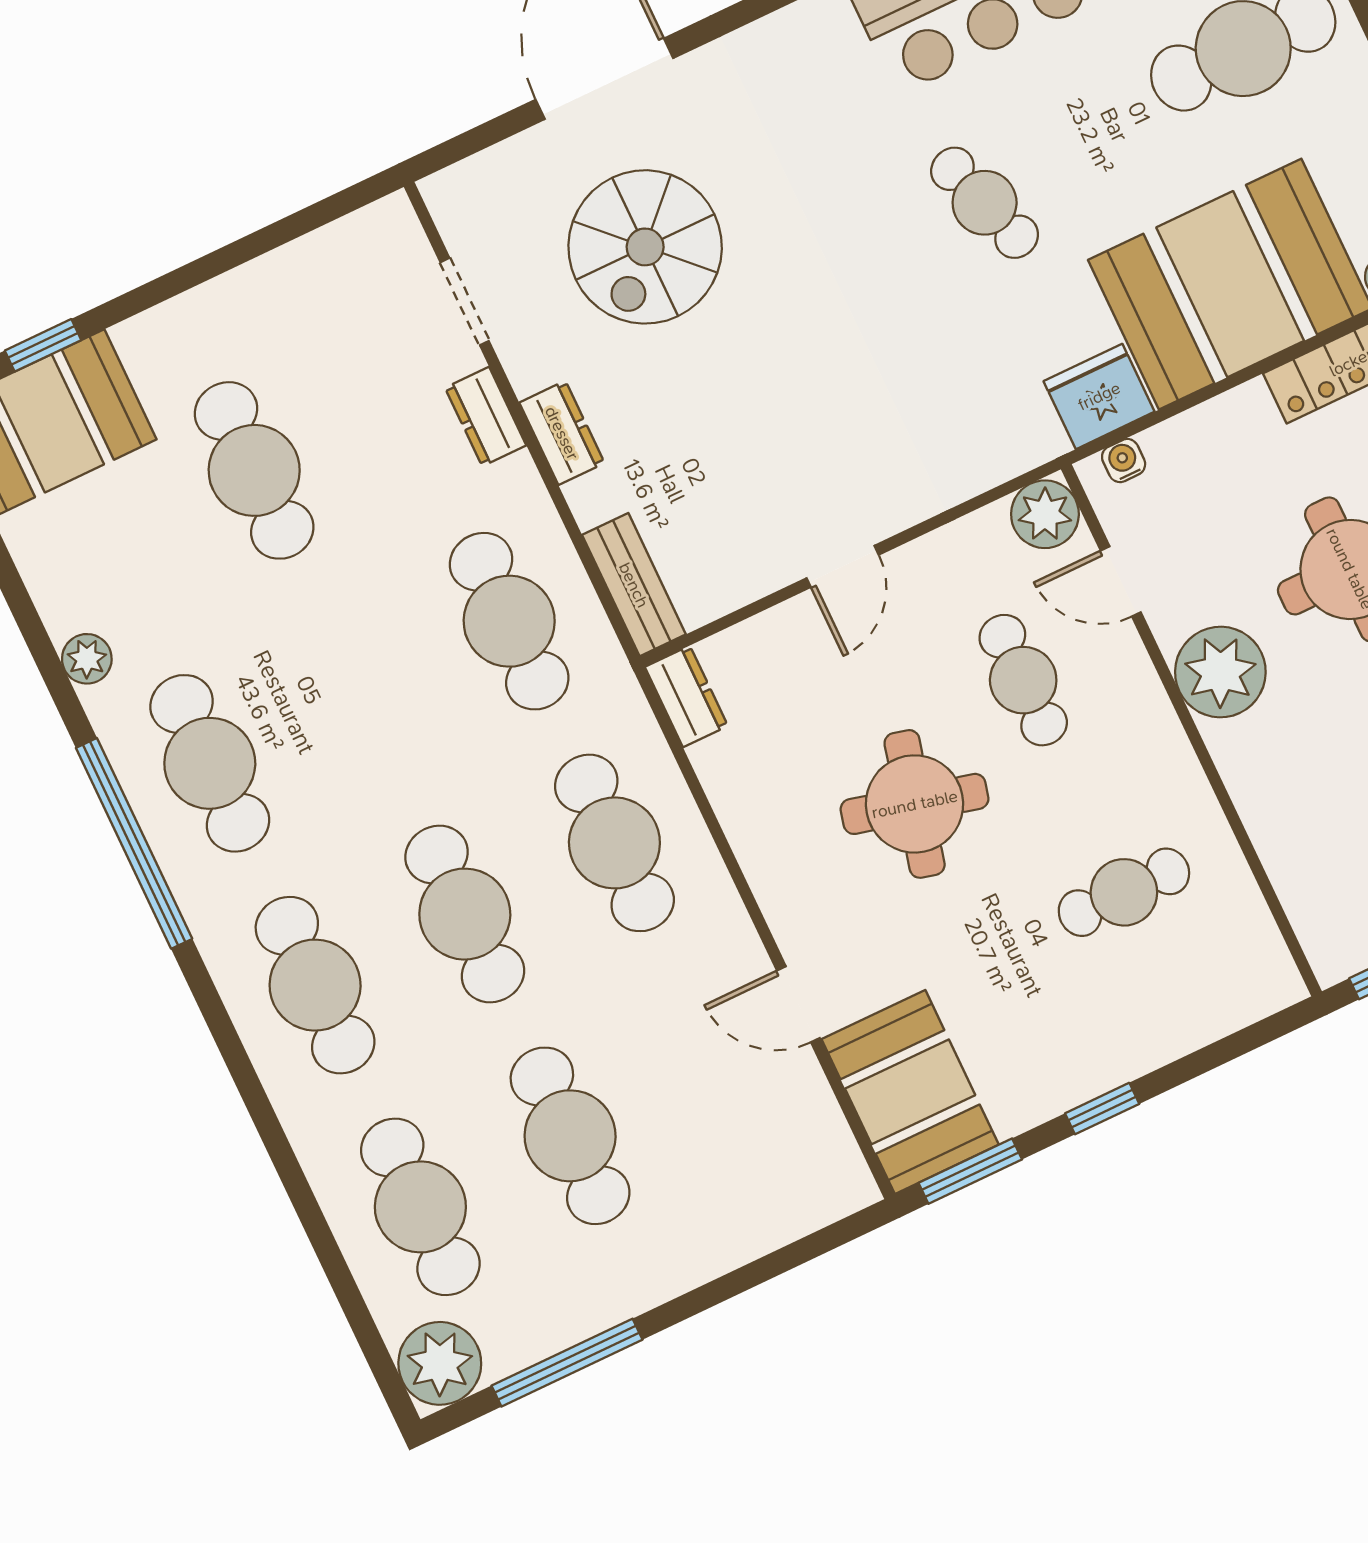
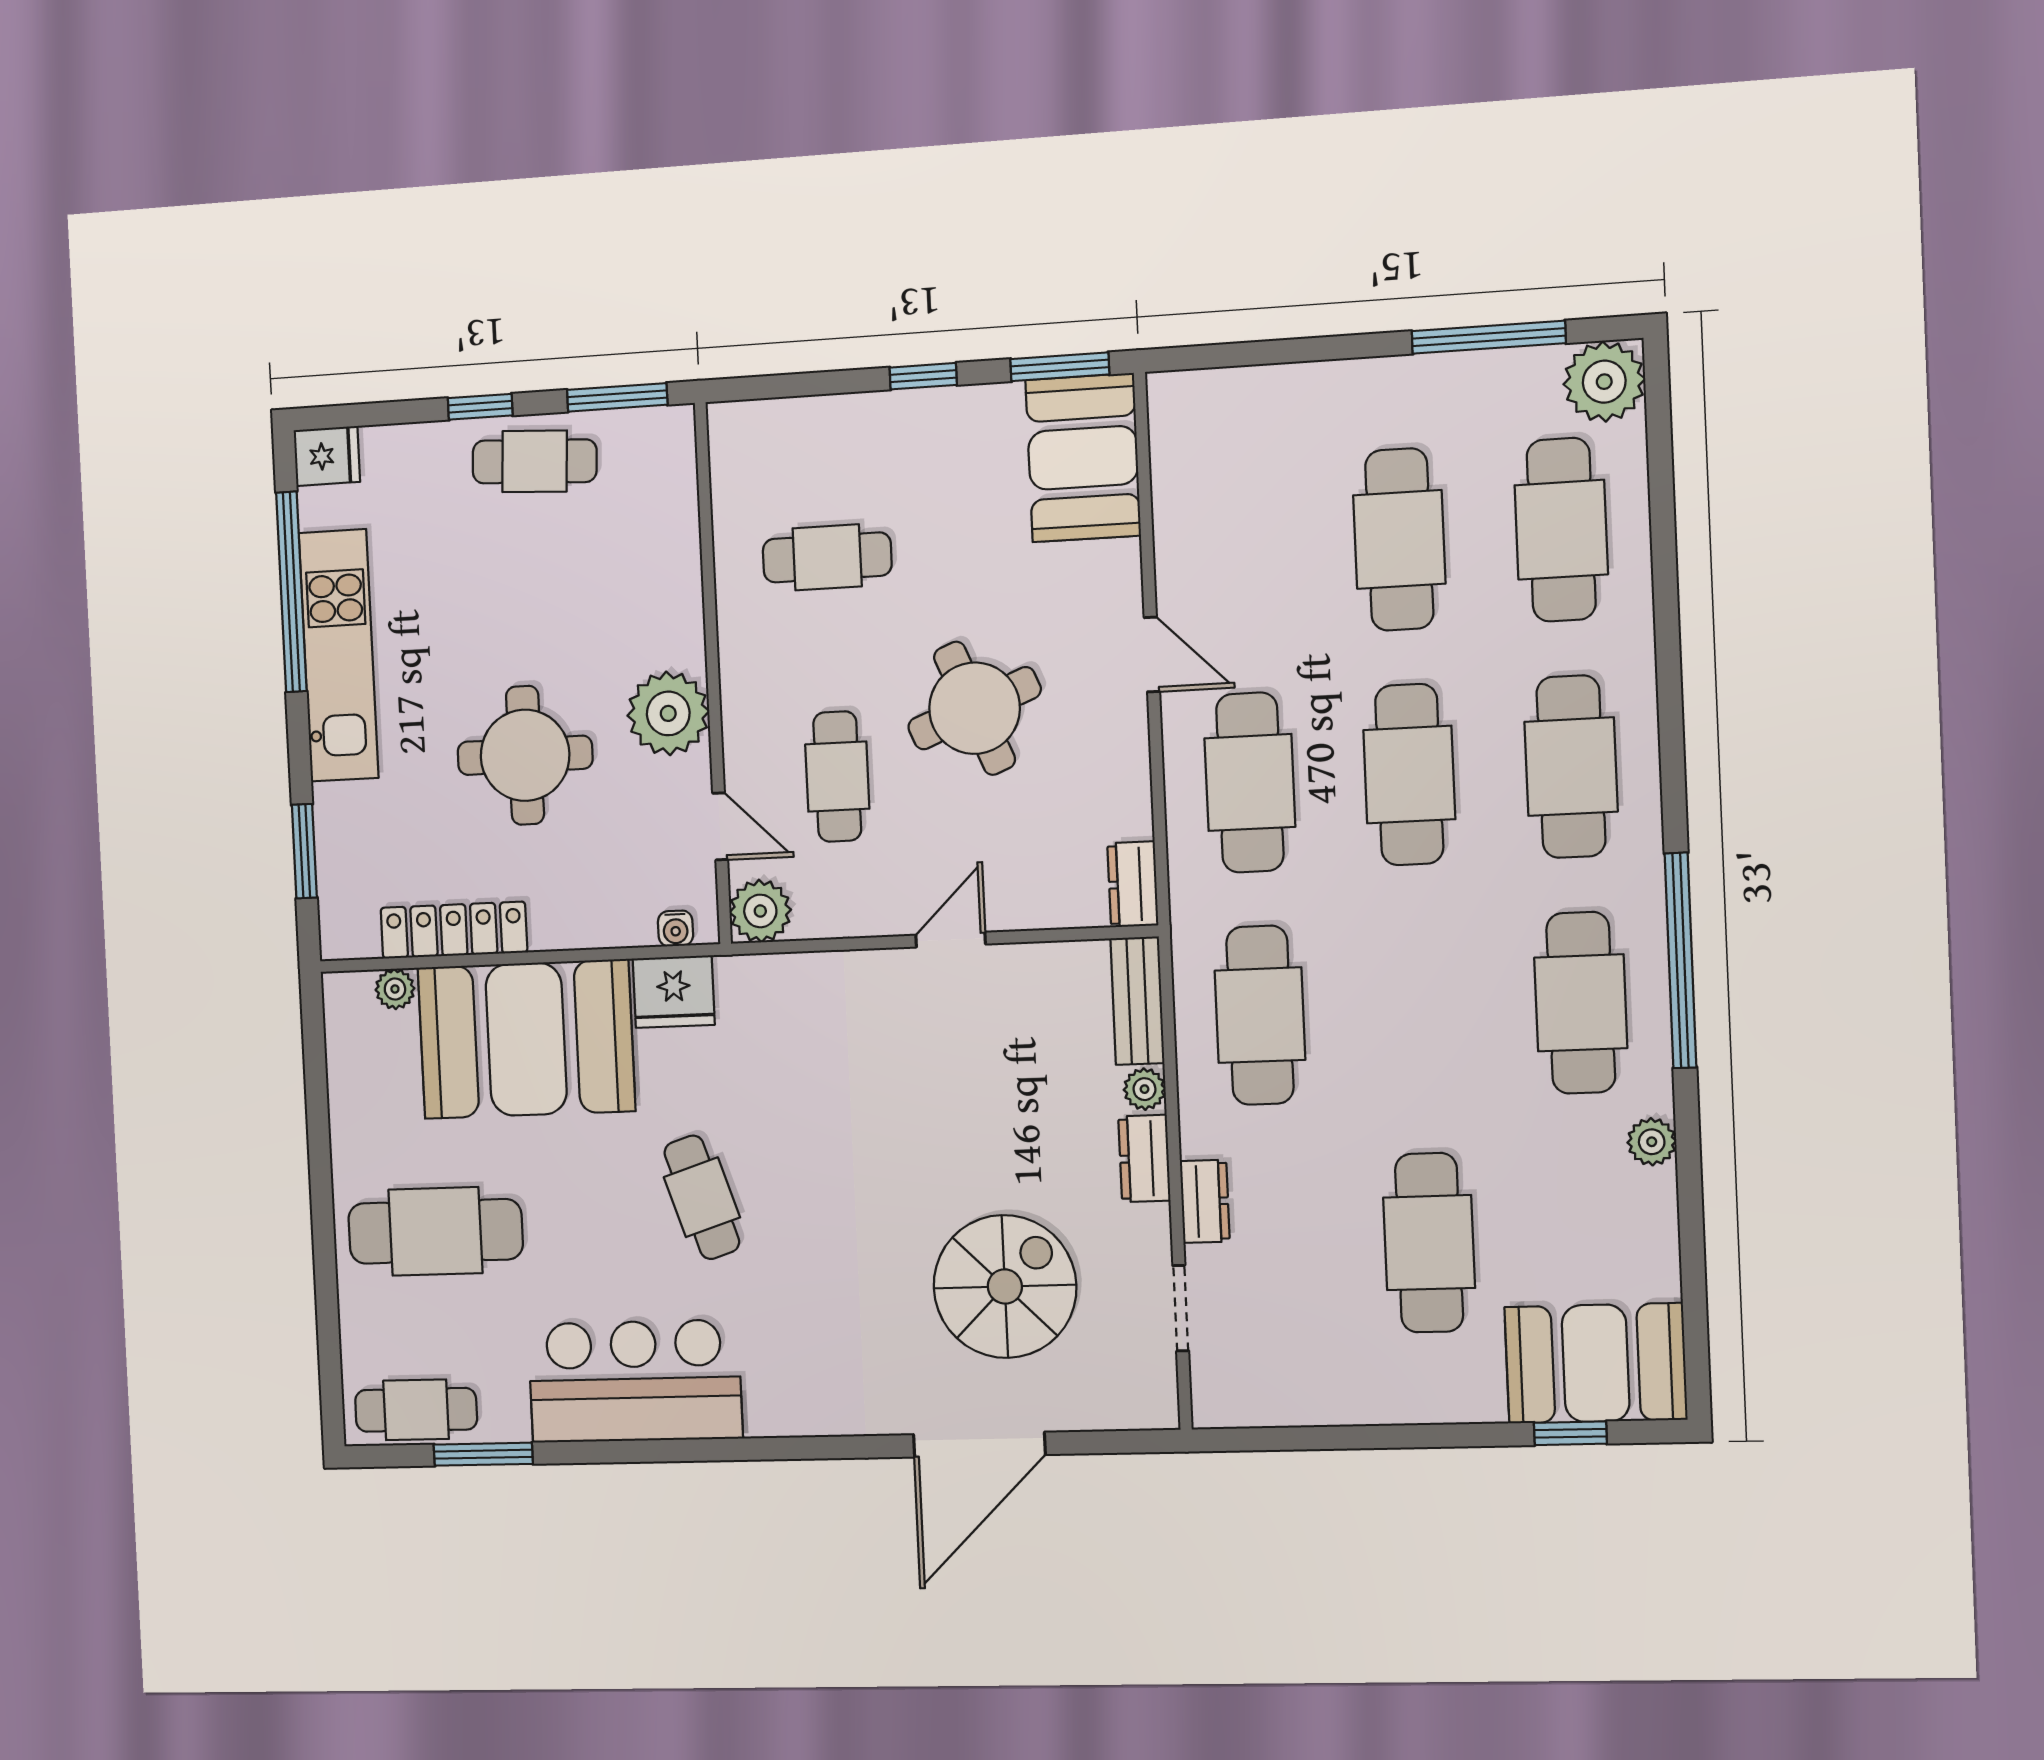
plant: (590, 501) -> (1145, 1089), added
round table: (915, 804) -> (975, 708), turned -36
door: (798, 1004) -> (1152, 654), moved

